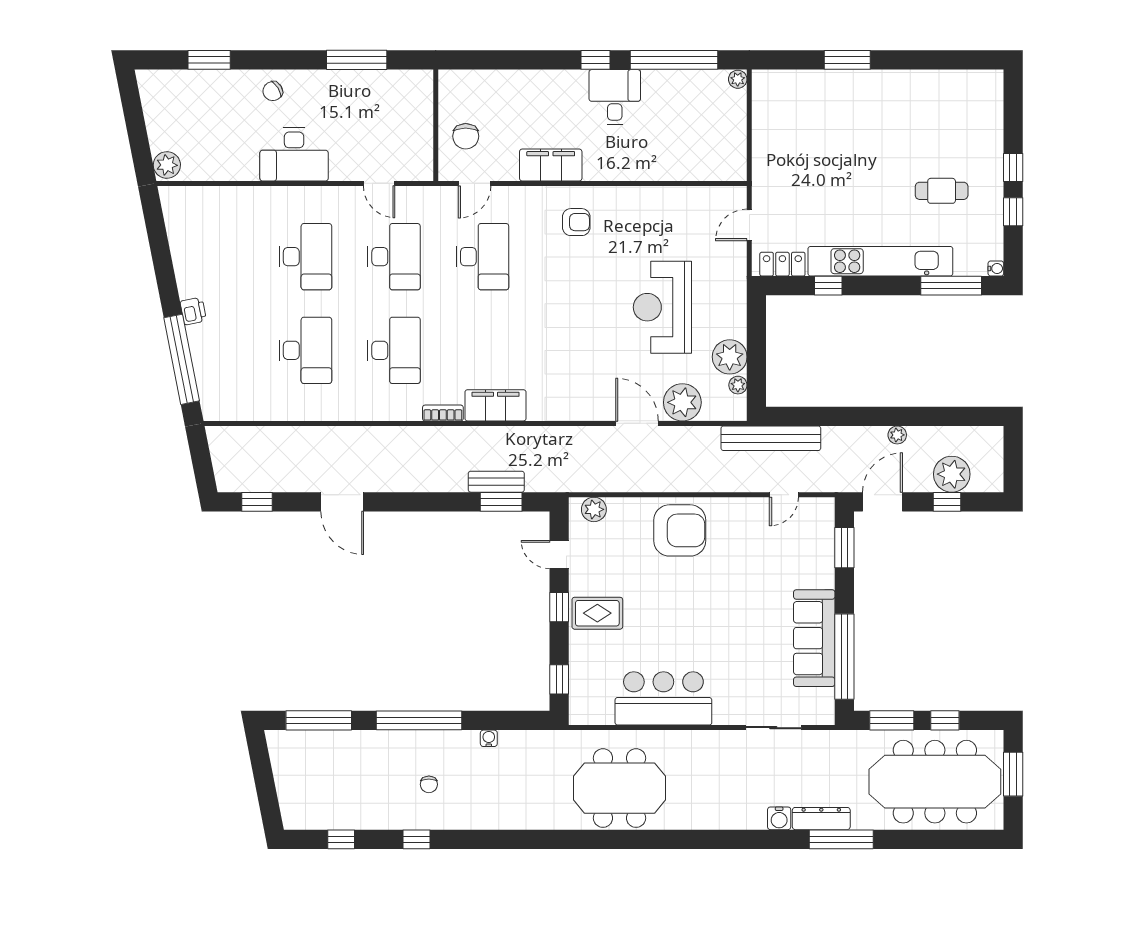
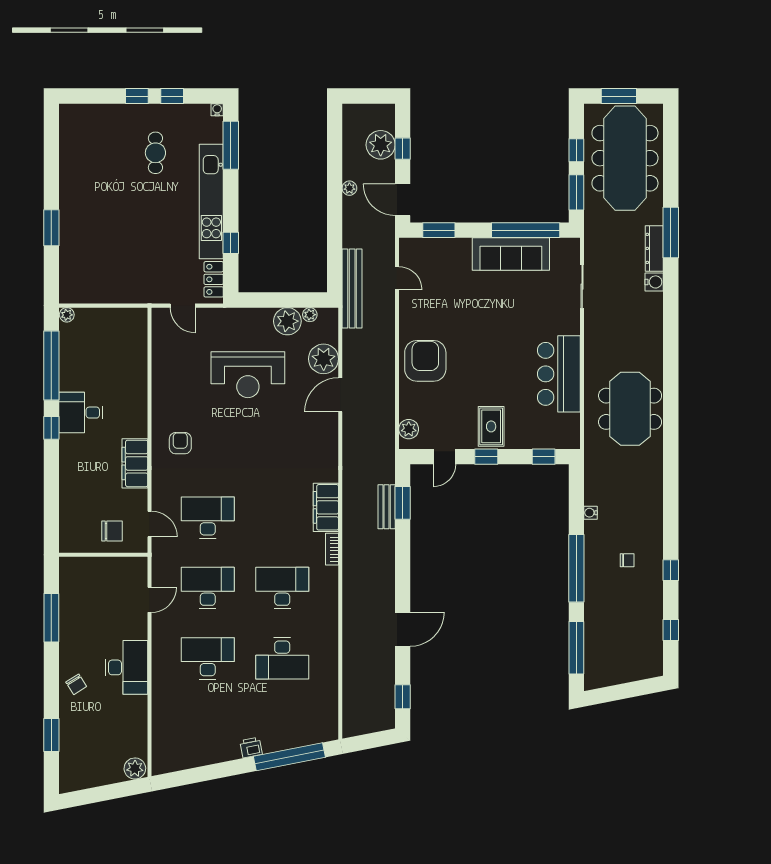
desk: (305, 350) -> (282, 658), turned 180

